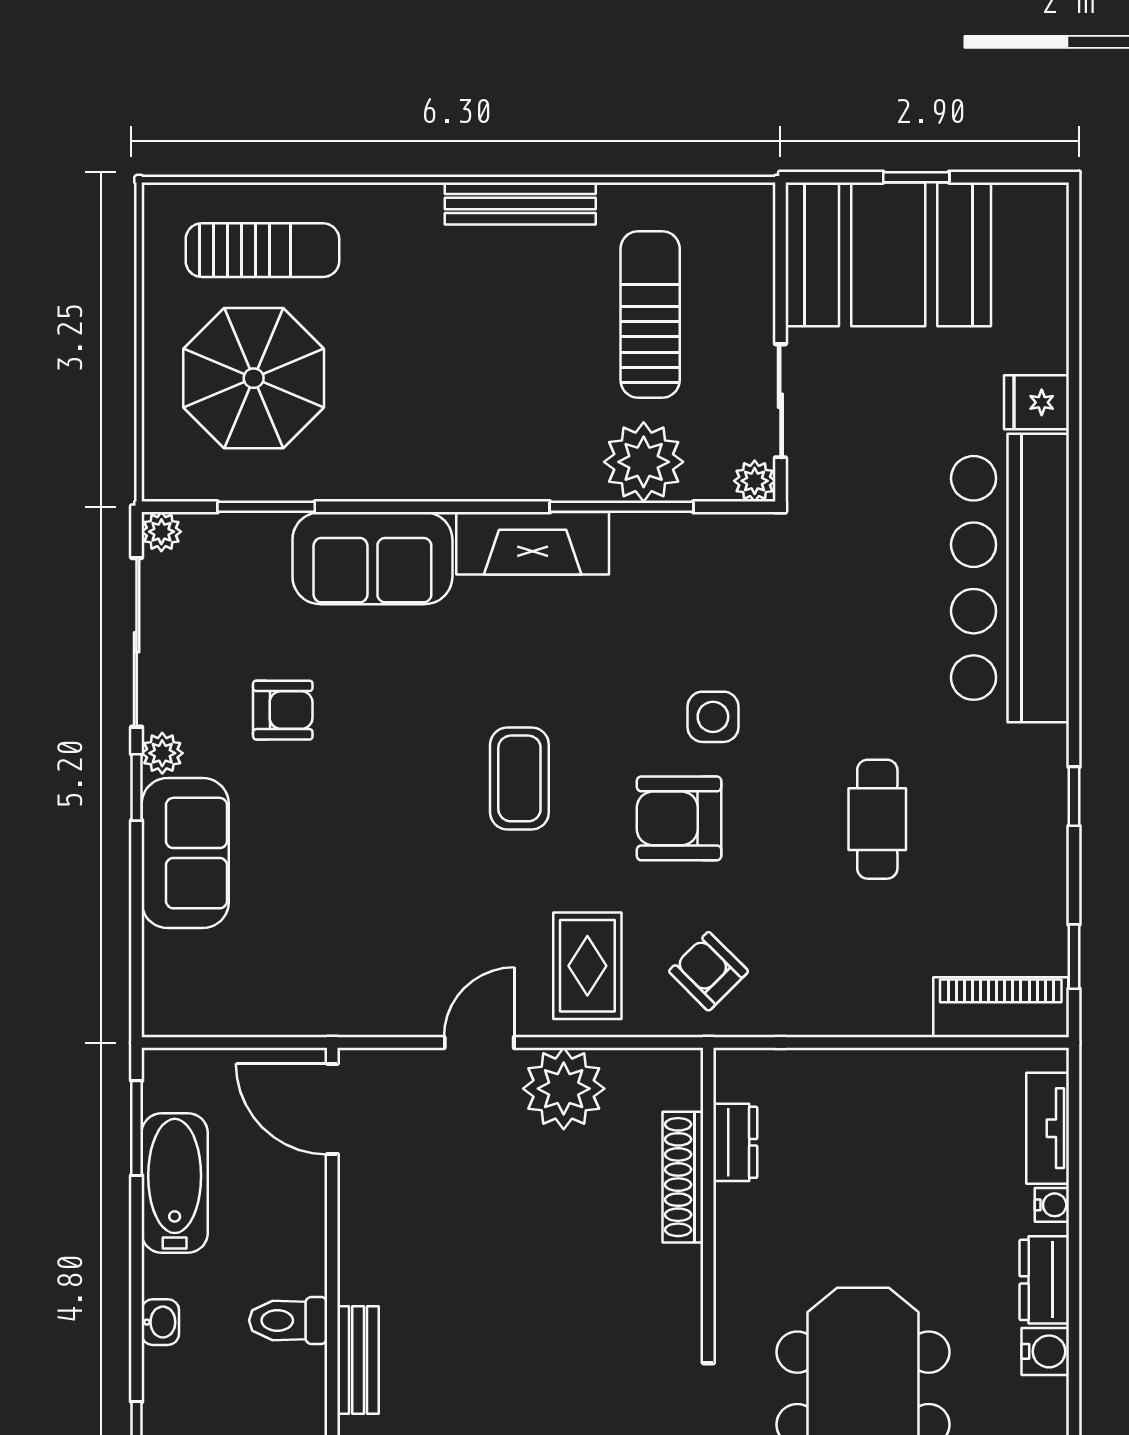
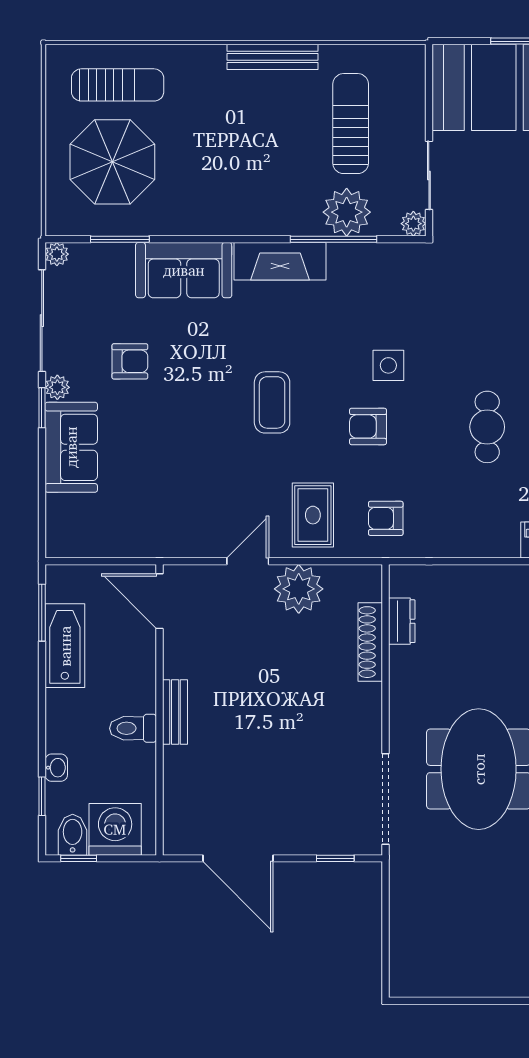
armchair: (679, 818) -> (368, 426), width x0.72, depth x0.72
armchair: (709, 971) -> (386, 518), turned -45
washbasin: (160, 1322) -> (56, 768), moved
bench: (358, 1360) -> (175, 712), moved

